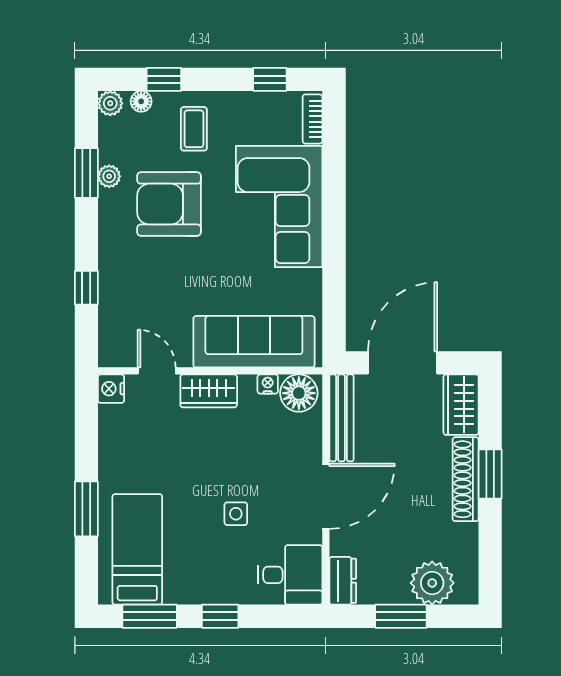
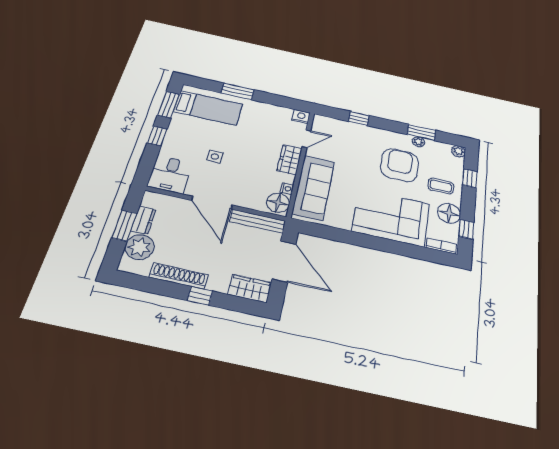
floor lamp: (141, 101) -> (449, 213), moved, width x1.89, depth x1.89
window: (490, 474) -> (200, 296), width x0.67
shoe rack: (466, 479) -> (179, 276), moved
dresser: (343, 581) -> (143, 220), moved, turned -90

